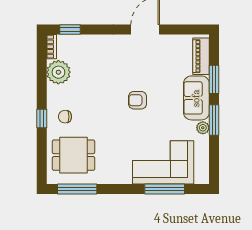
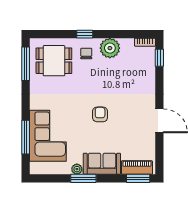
plant: (58, 72) -> (110, 48), moved
window: (214, 79) -> (138, 178), moved
dining table: (74, 155) -> (54, 61), turned 90

